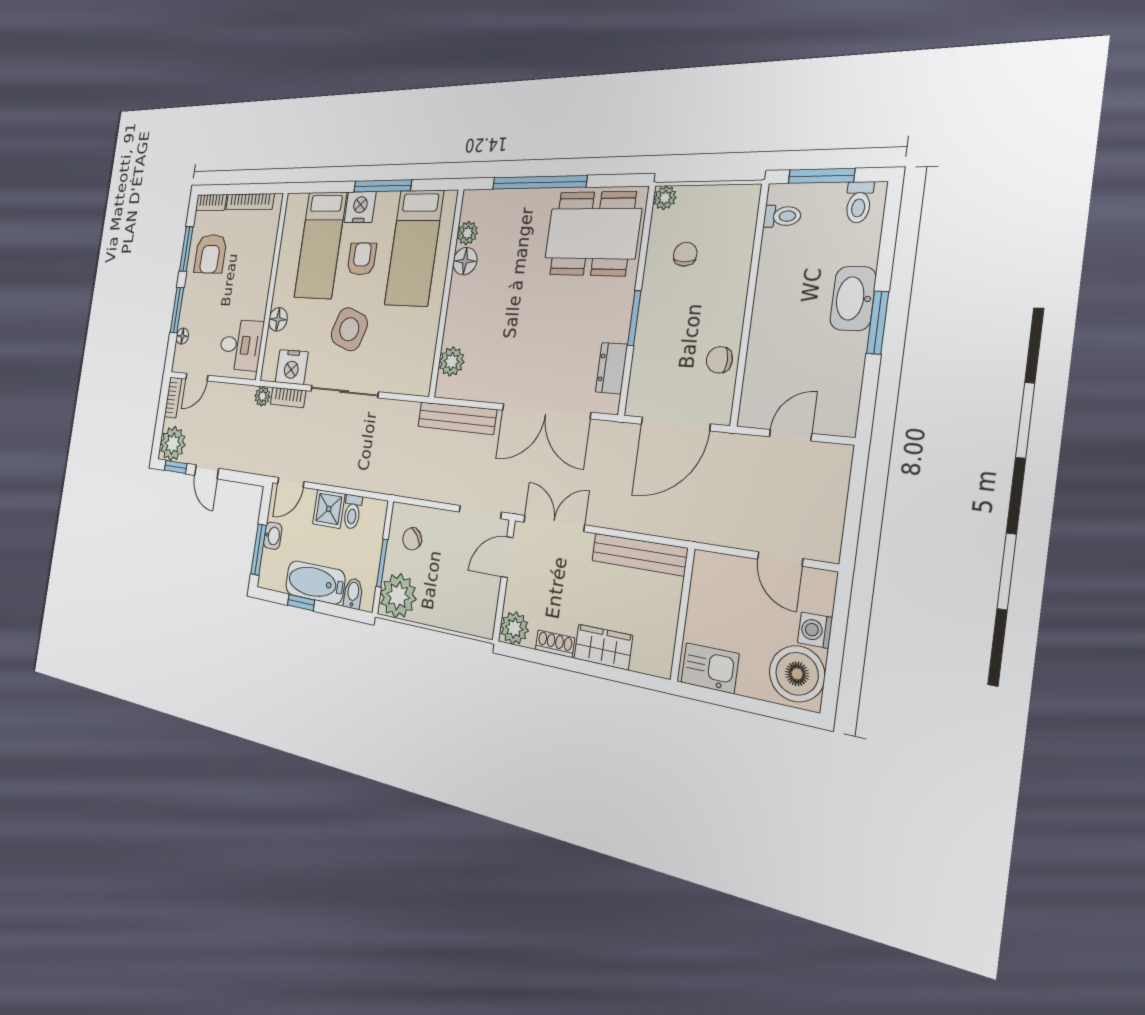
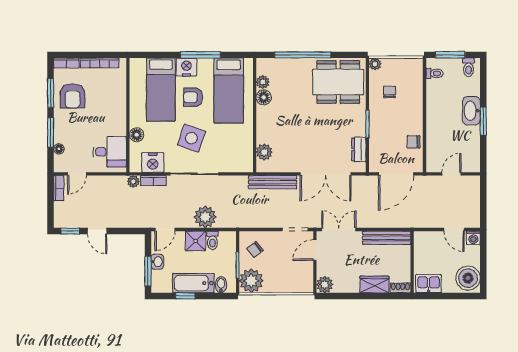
armchair: (362, 259) -> (193, 97), turned -90
plant: (173, 444) -> (205, 217), moved
washing machine: (815, 630) -> (473, 238), moved, turned -90
shoe rack: (555, 644) -> (400, 288), moved

